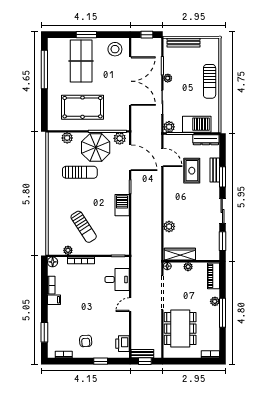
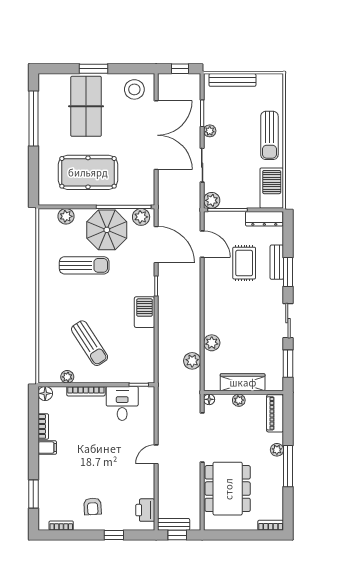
barbecue: (197, 124) -> (272, 188), moved, turned -90
plant: (155, 239) -> (192, 361), added
wardrobe: (180, 254) -> (243, 382), moved
desk: (117, 279) -> (122, 403), moved, turned -90

